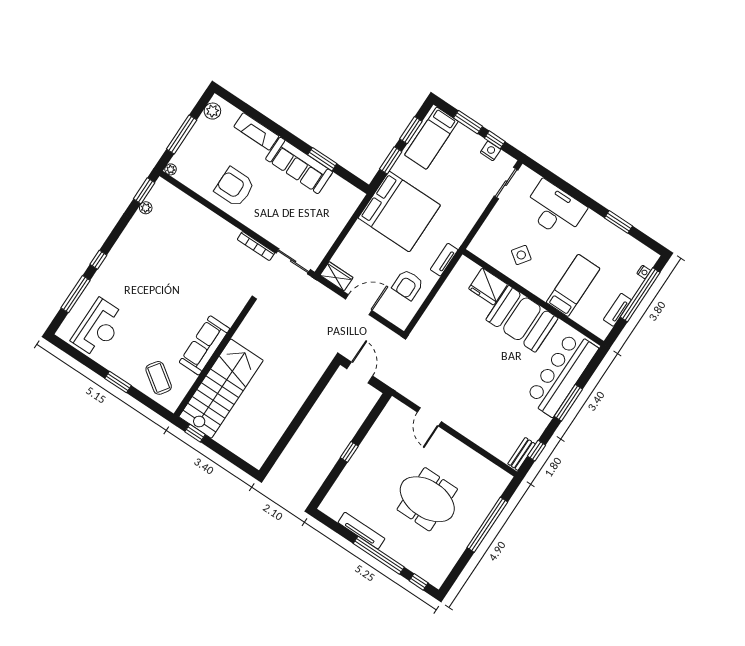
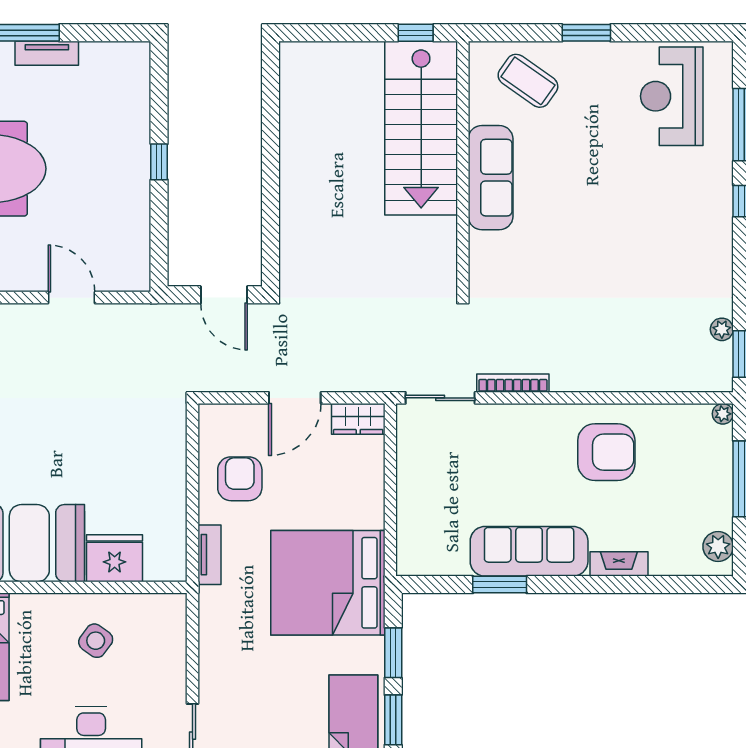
fireplace: (256, 131) -> (619, 564), width x0.73, depth x0.76
tv unit: (361, 531) -> (47, 53), width x0.71

